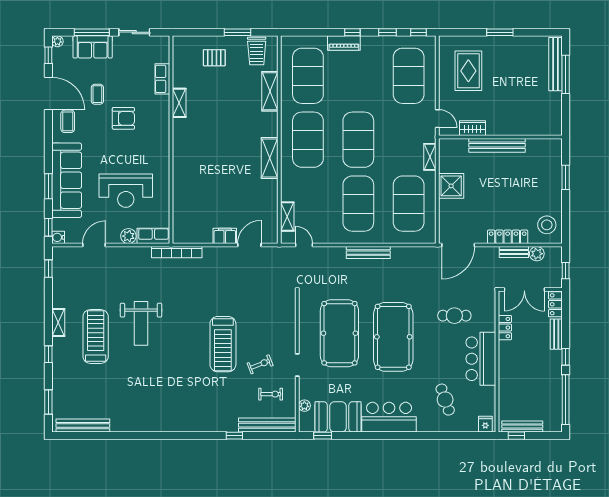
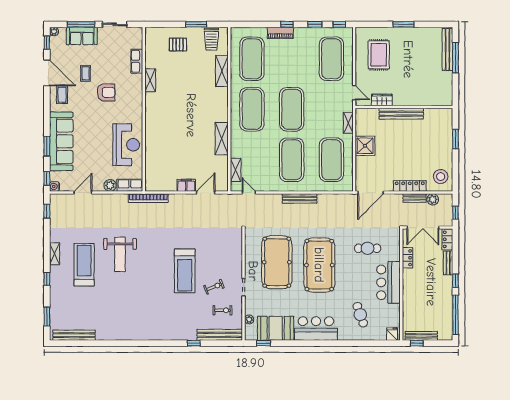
shelving: (270, 158) -> (222, 139), moved
reception desk: (126, 191) -> (126, 145), moved, turned -90

